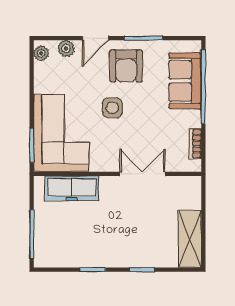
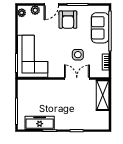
side table: (112, 108) -> (78, 55), moved
freezer: (72, 188) -> (40, 123), moved, turned 180
shelving: (190, 239) -> (103, 95), moved

